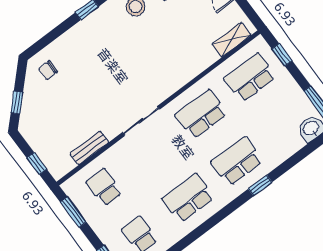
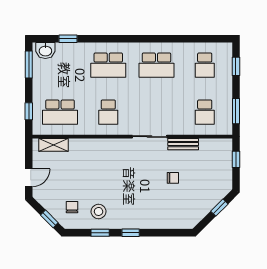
chair: (48, 70) -> (173, 178), moved
school desk: (201, 114) -> (108, 112), width x0.54
bench: (89, 148) -> (183, 144), moved
window: (260, 186) -> (68, 39), moved

